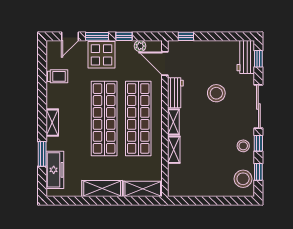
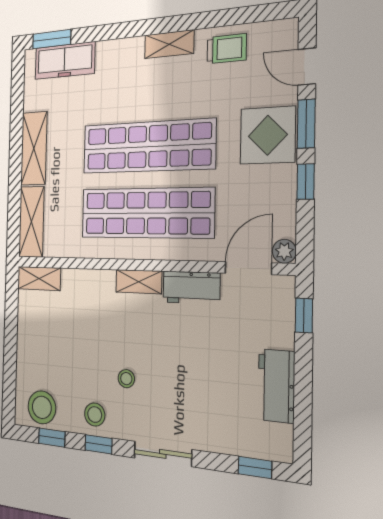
plant: (140, 46) -> (284, 251), moved
workbench: (246, 57) -> (276, 386), moved, turned -90
trolley: (58, 76) -> (227, 49), turned -90
stool: (216, 93) -> (126, 379), moved, width x0.53, depth x0.53
sliding door: (258, 107) -> (163, 454), width x0.73
shelving: (52, 123) -> (169, 44), moved
shelving: (174, 150) -> (39, 278), moved
window: (42, 154) -> (52, 39), moved

